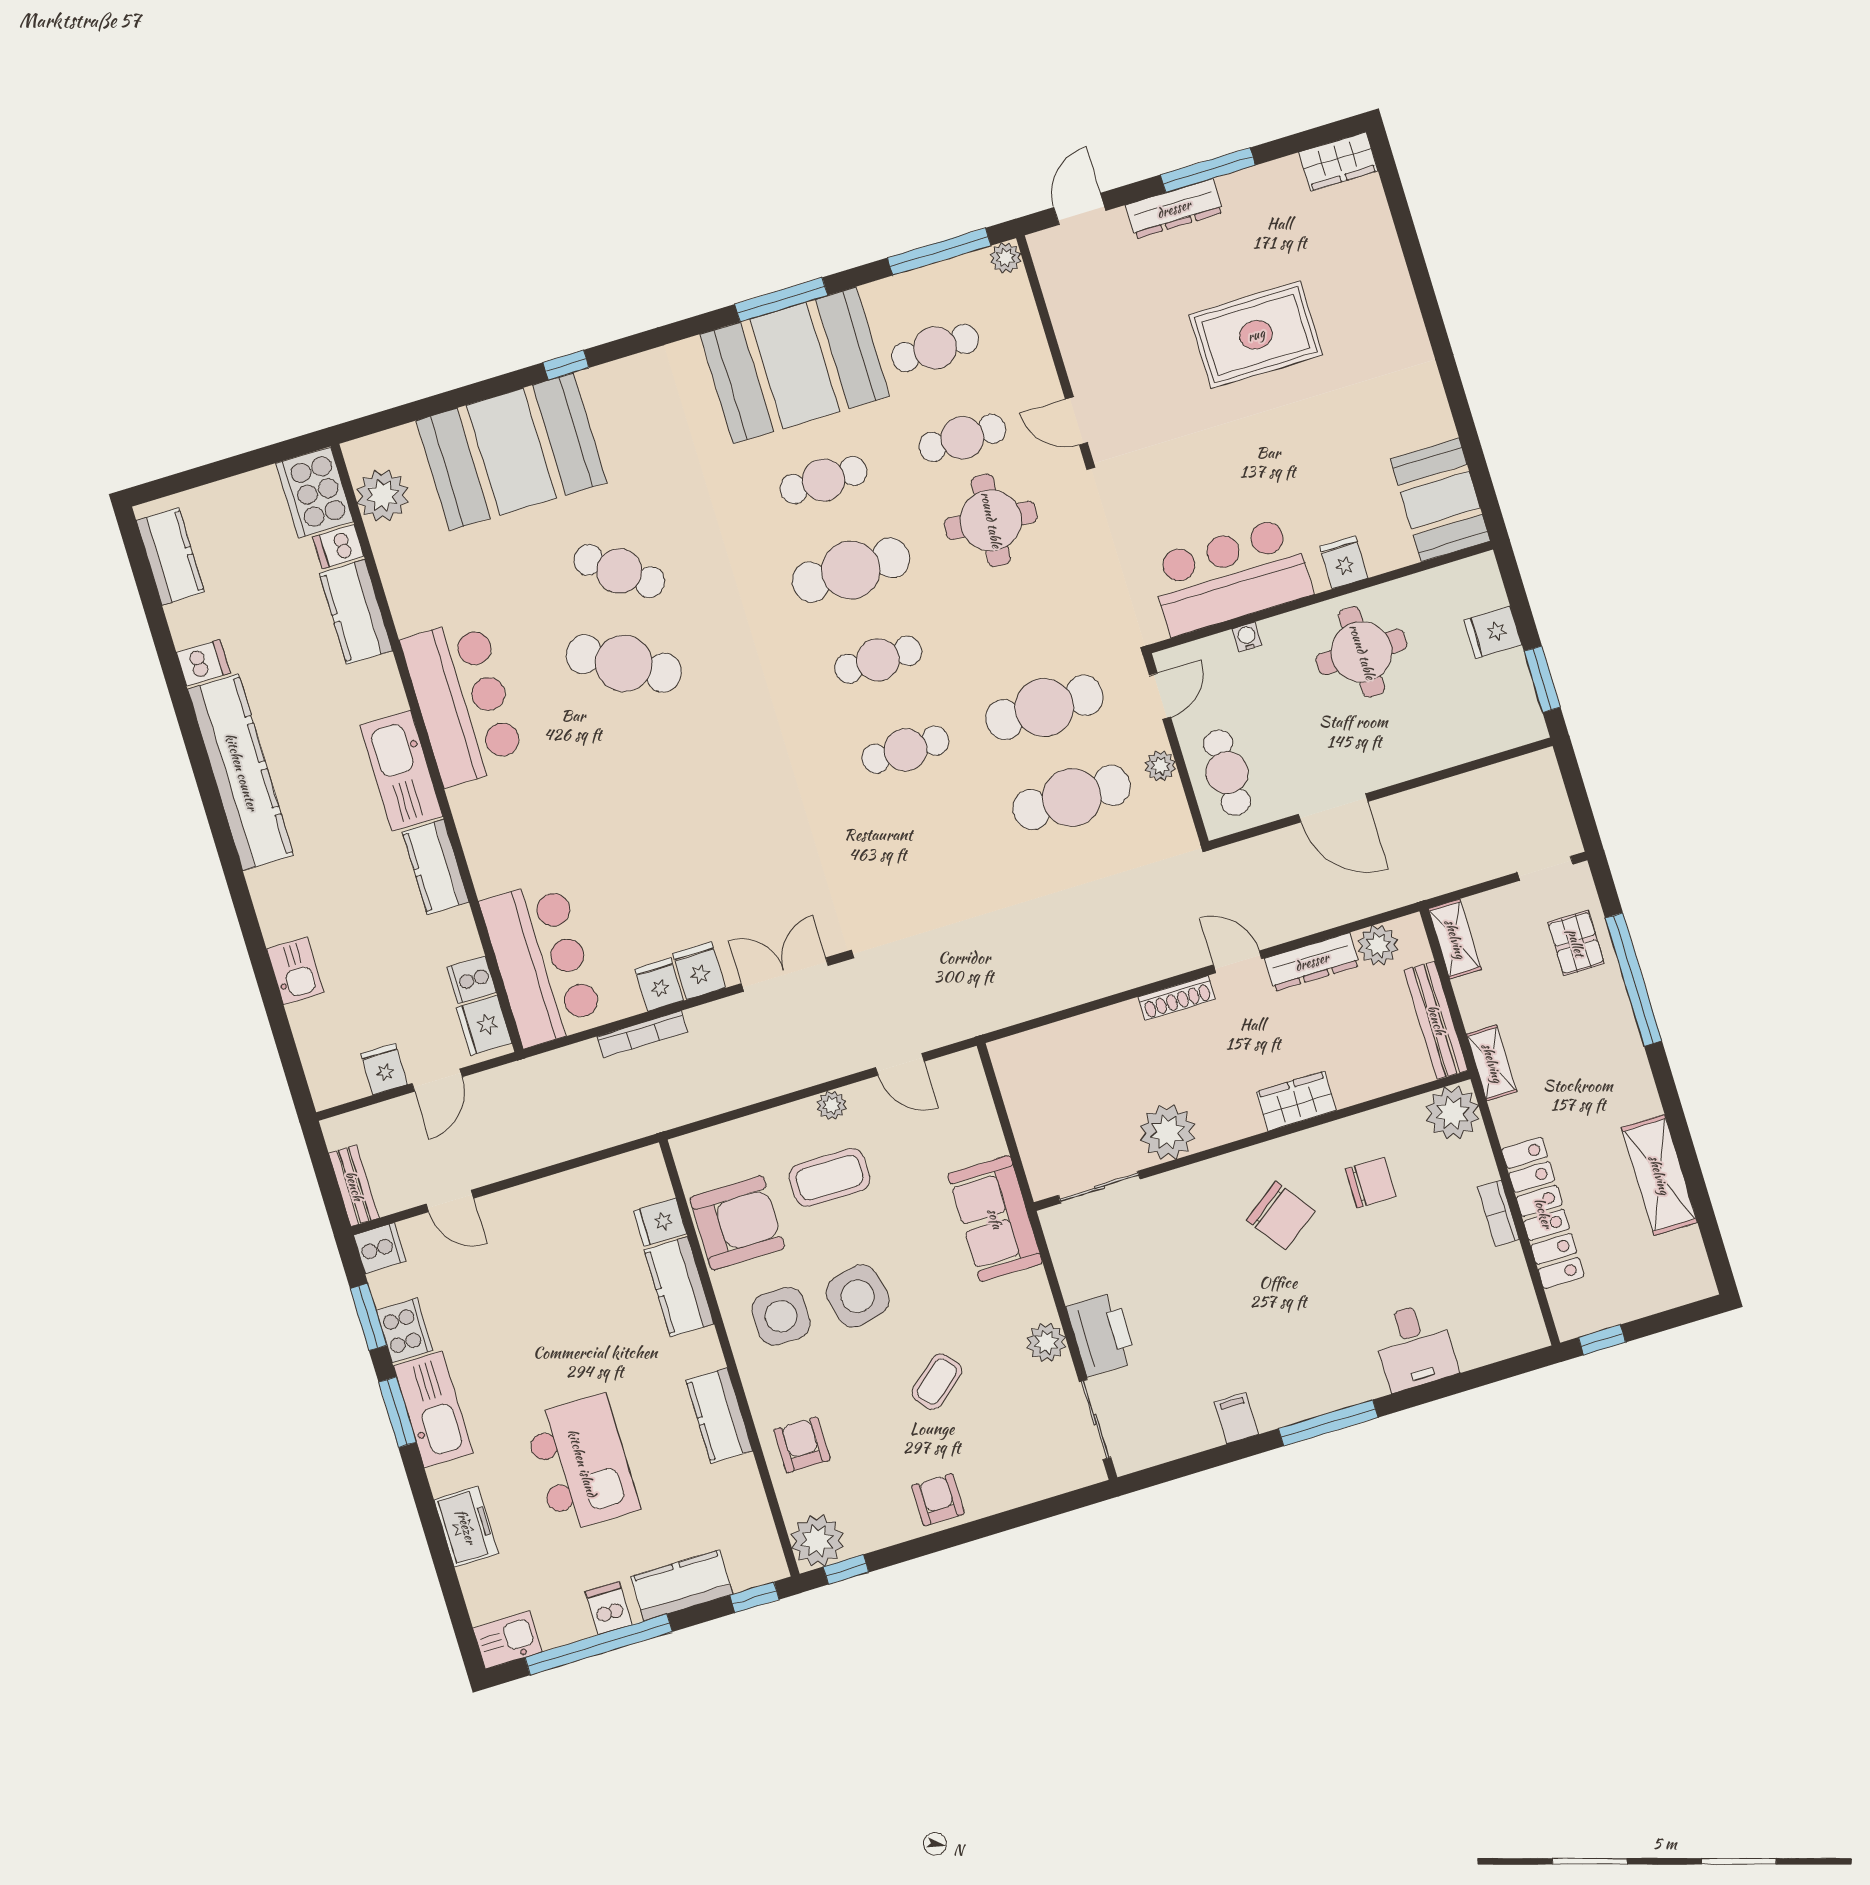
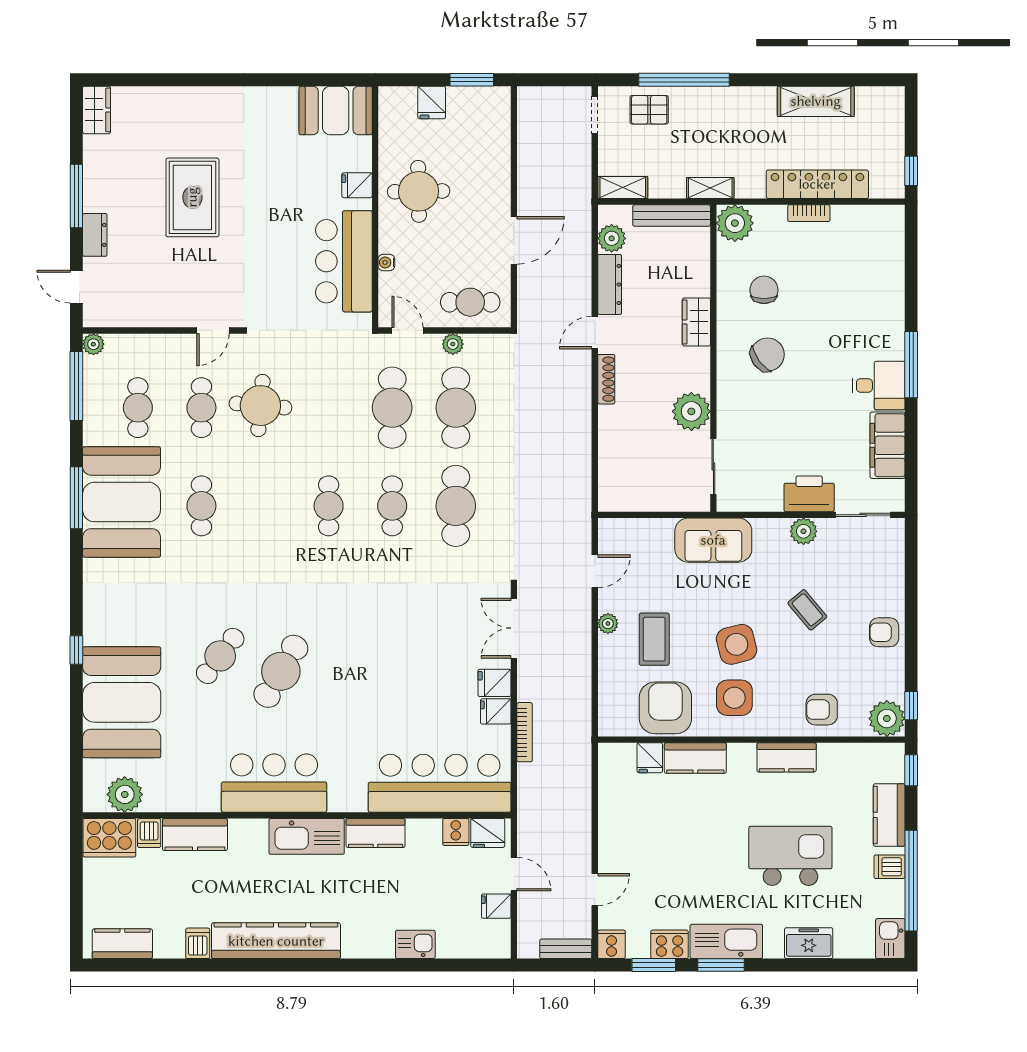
dresser: (1174, 209) -> (95, 235), width x0.70
cafe table: (851, 570) -> (456, 506), moved
bar counter: (542, 963) -> (440, 783), width x1.36
desk: (1414, 1346) -> (879, 386), moved
filing cabinet: (1237, 1418) -> (888, 445), width x3.00, depth x1.17

